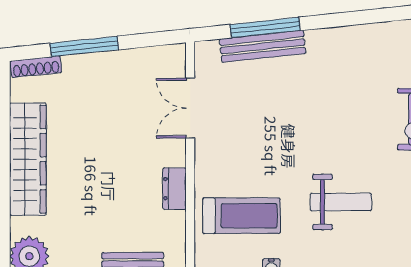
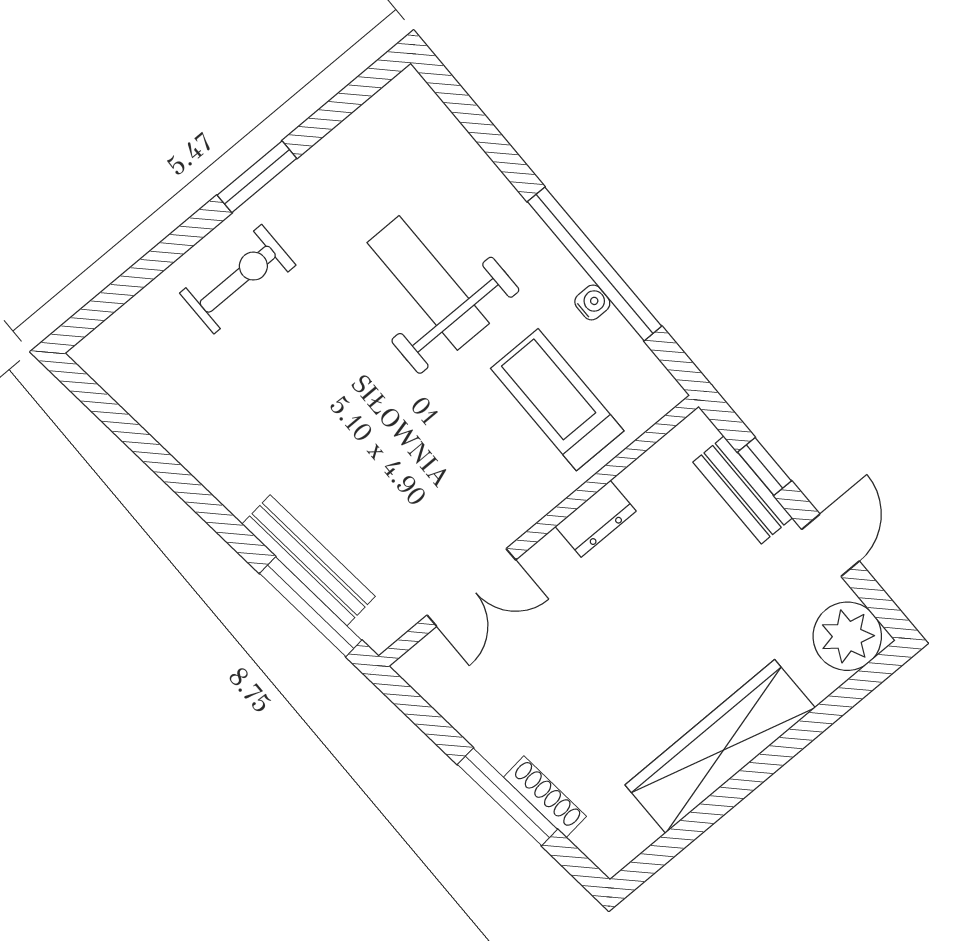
window: (265, 28) -> (311, 607), moved
shoe rack: (36, 67) -> (545, 797), moved
weight bench: (341, 202) -> (428, 283), width x1.36, depth x1.33

